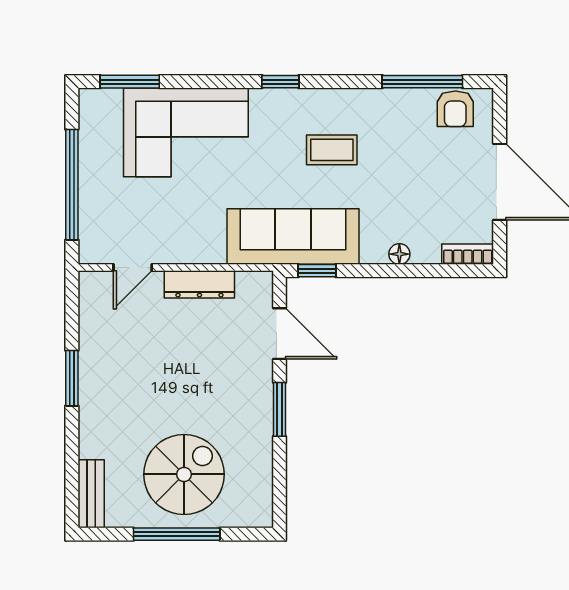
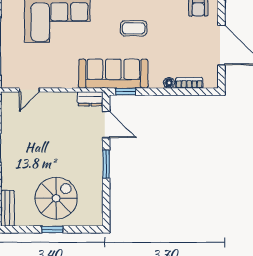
bookcase: (468, 254) -> (189, 83), moved
dresser: (199, 284) -> (90, 99), moved, width x0.70
window: (177, 534) -> (52, 229), width x0.46

